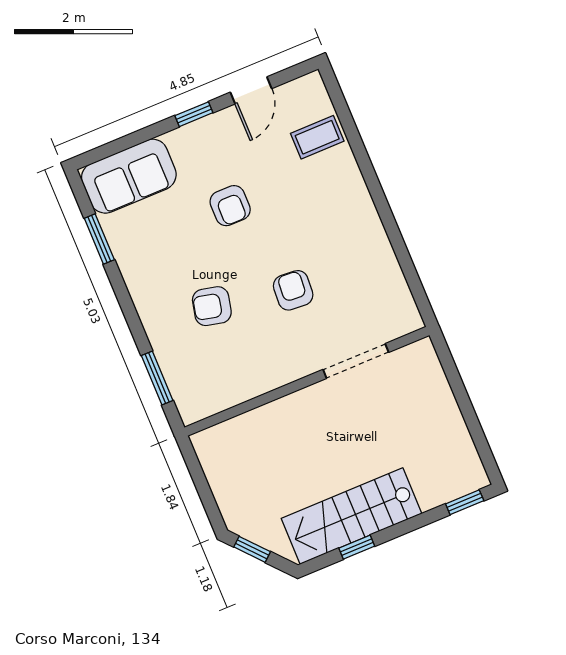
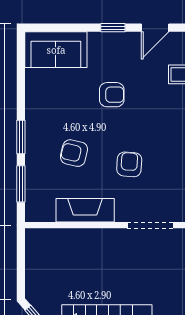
armchair: (230, 206) -> (112, 95), turned -90
window: (99, 239) -> (21, 137), moved
fireplace: (259, 377) -> (85, 210), added

